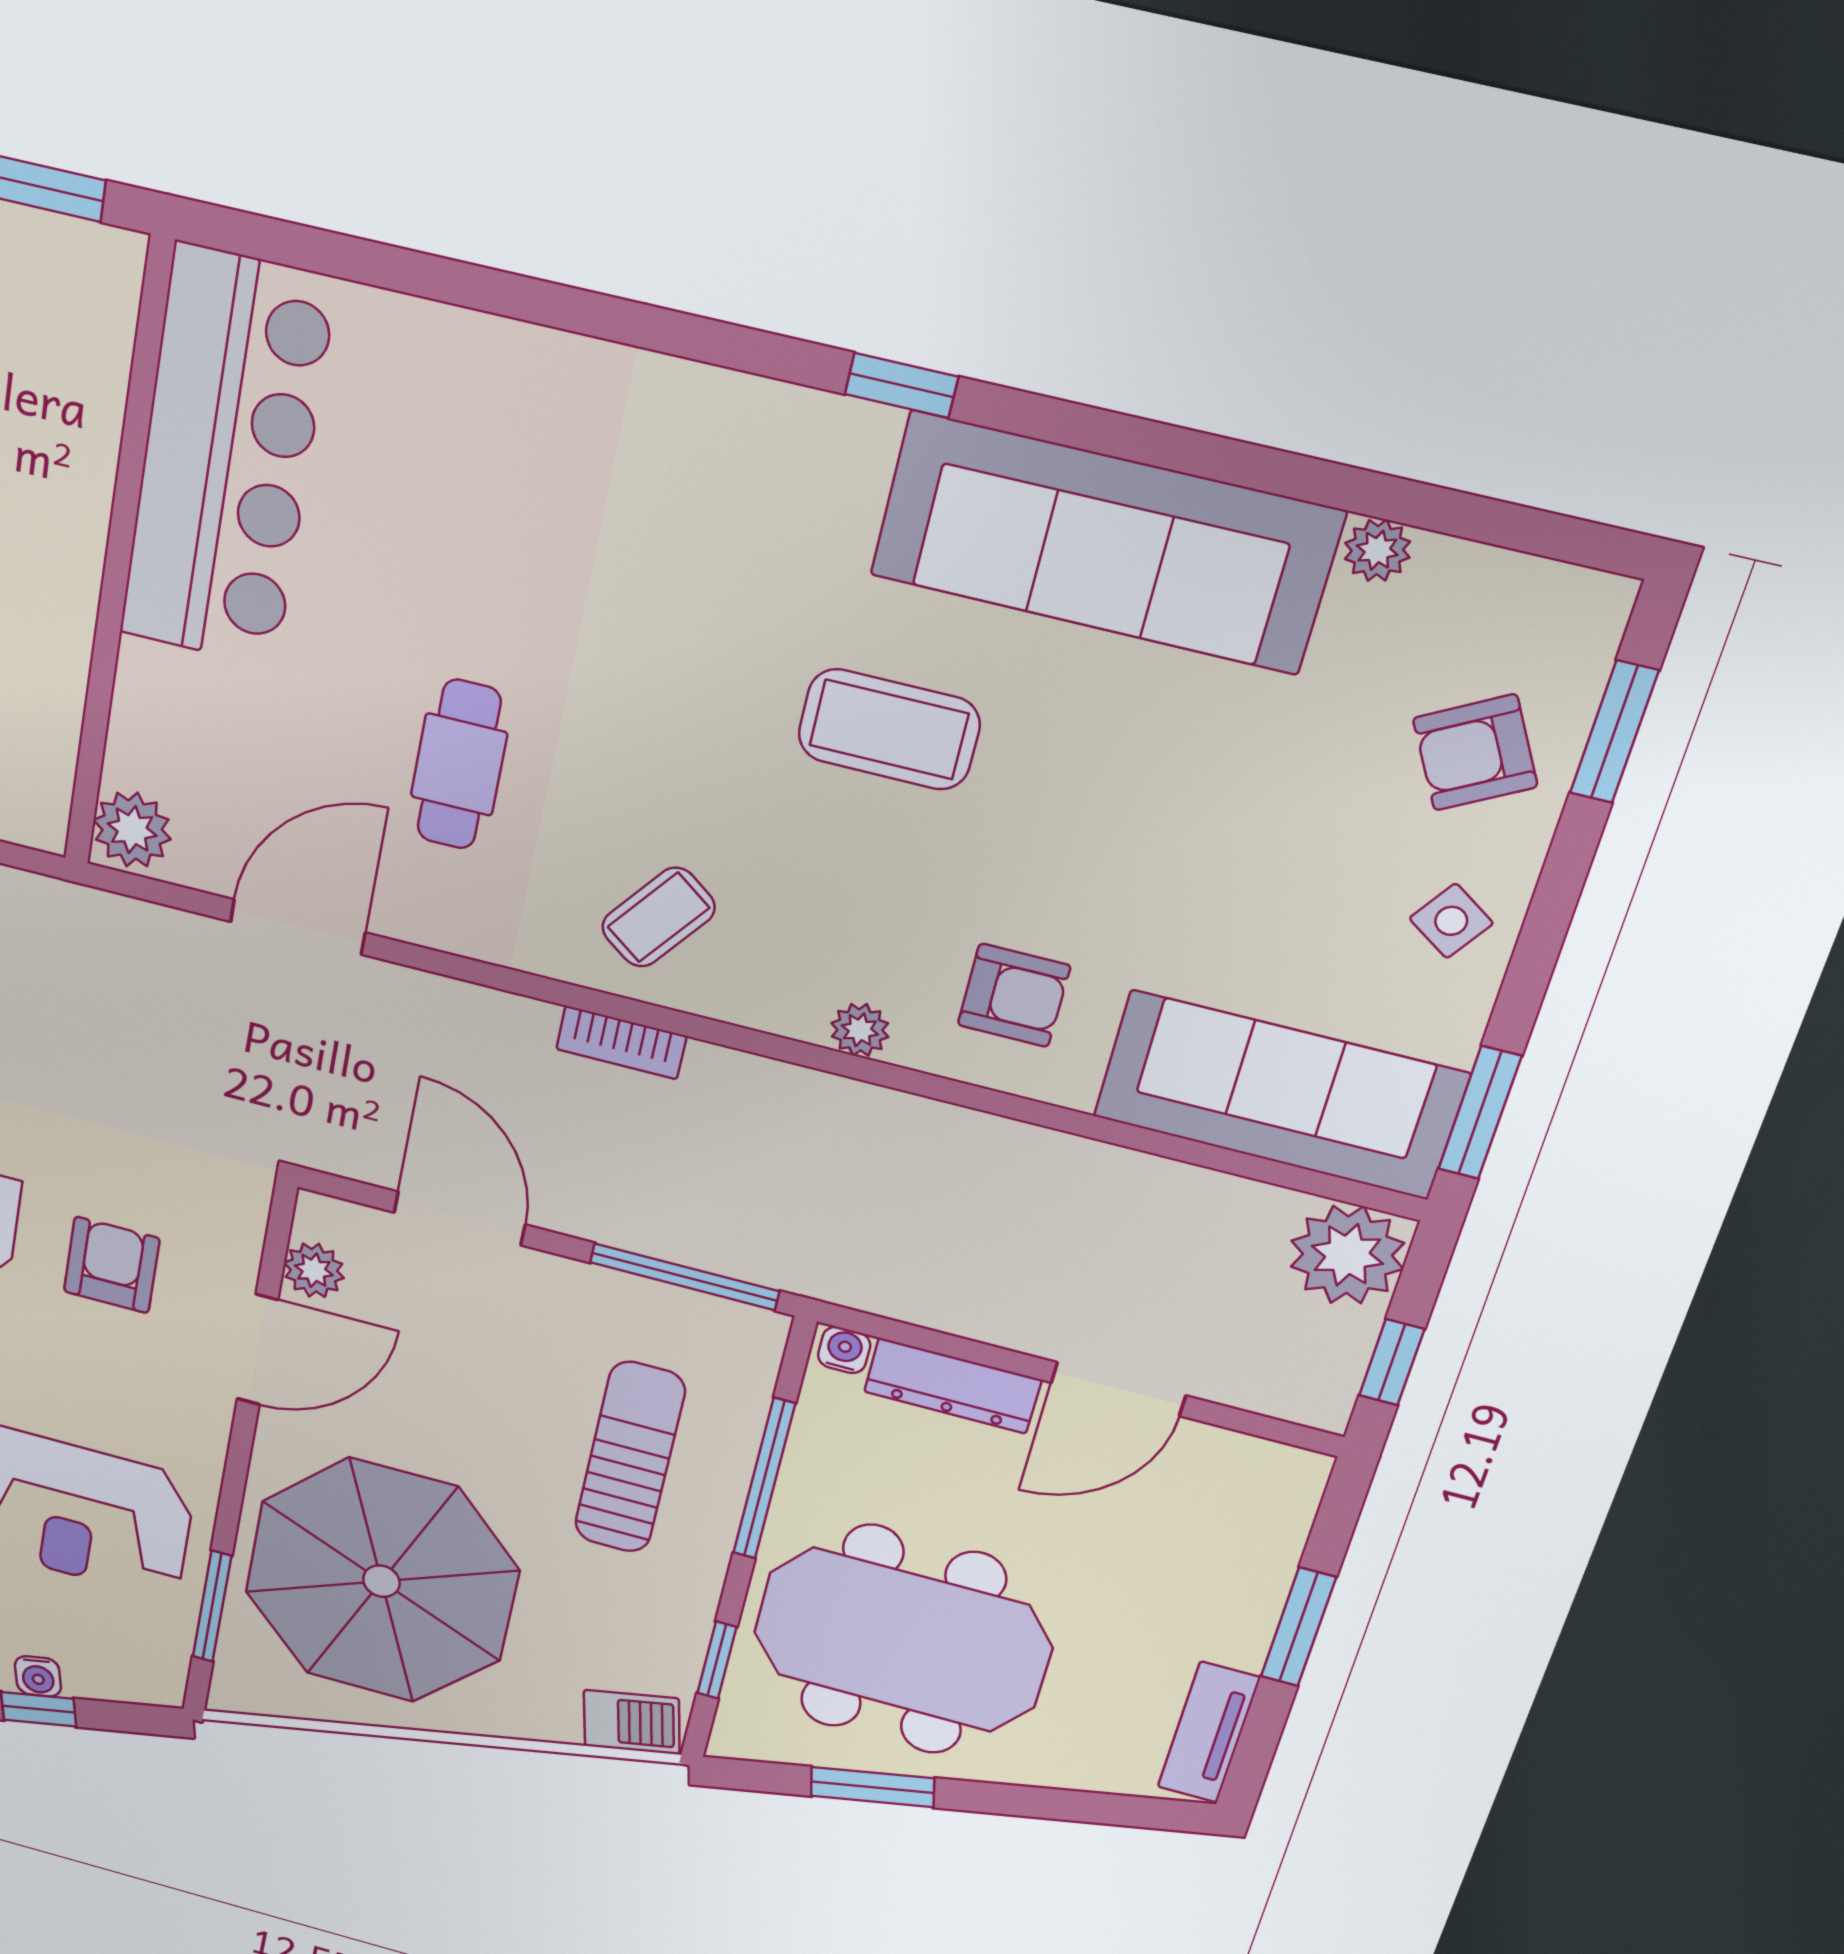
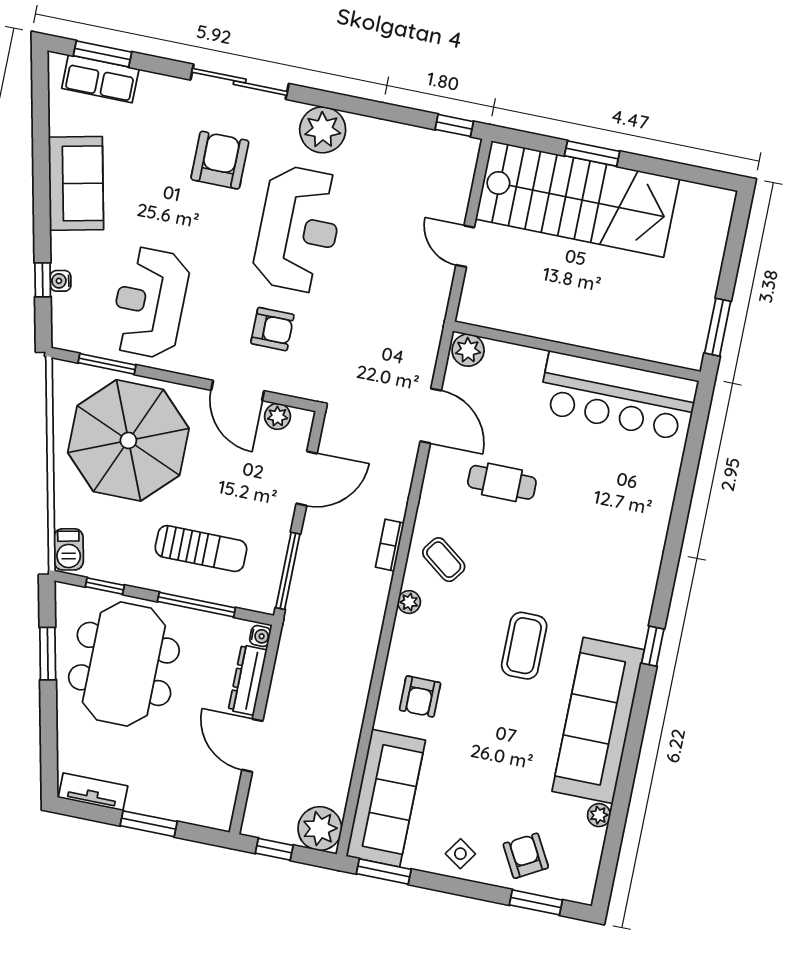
plant: (860, 1030) -> (409, 602), moved

